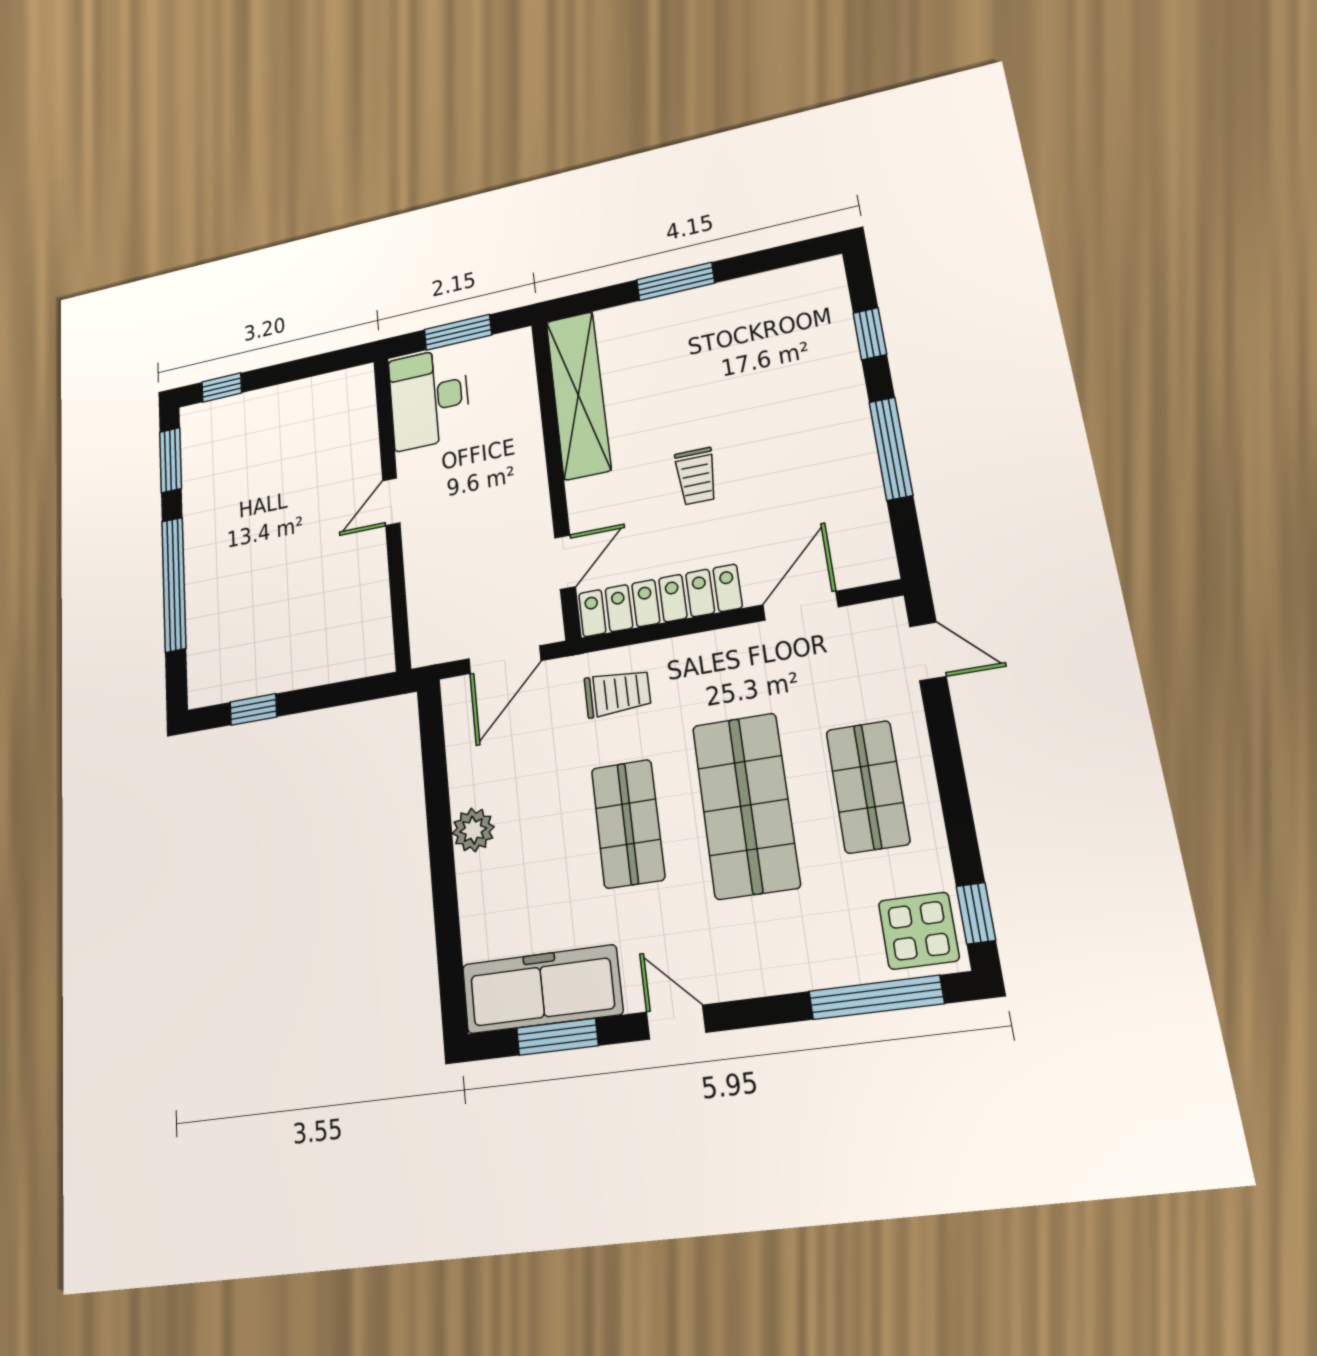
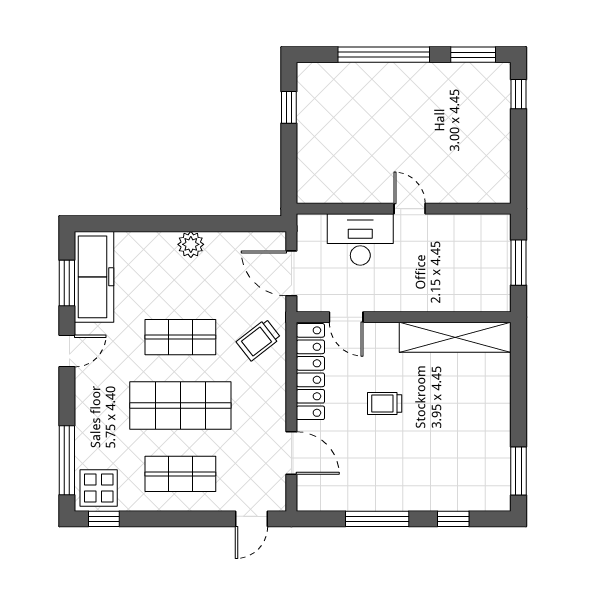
window: (675, 281) -> (518, 471), moved
desk: (429, 398) -> (360, 239), moved
trolley: (617, 693) -> (259, 340), turned 52

